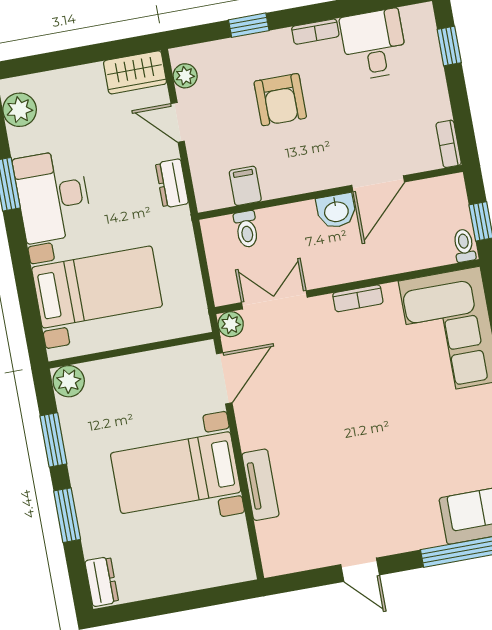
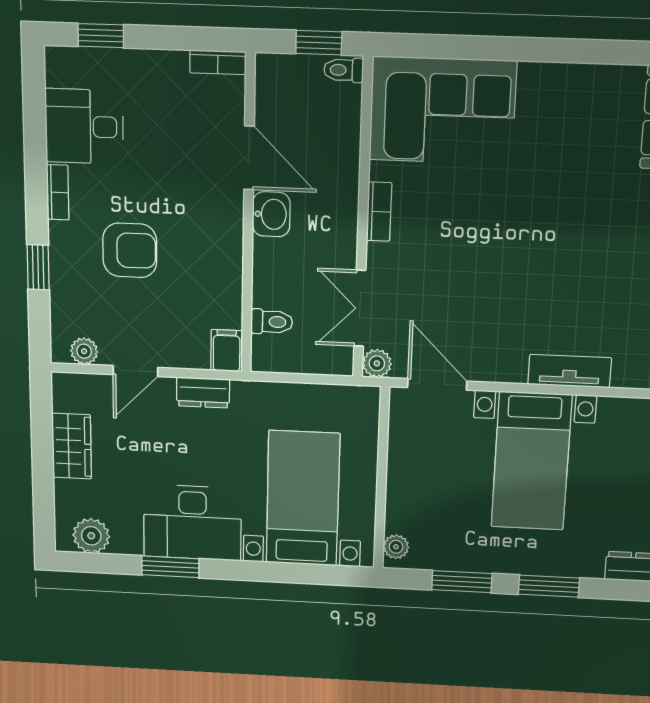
wardrobe: (135, 72) -> (72, 446), moved
filing cabinet: (245, 186) -> (227, 351), moved, turned 90
plant: (69, 381) -> (396, 547), width x0.73, depth x0.73

